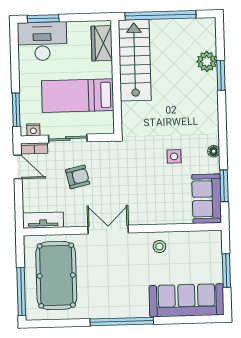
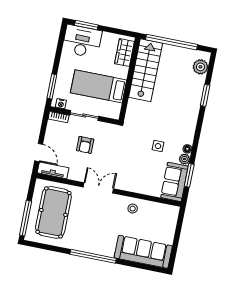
plant: (207, 61) -> (200, 67), moved
plant: (213, 166) -> (184, 159), added
door: (18, 167) -> (39, 152), moved
armchair: (78, 177) -> (85, 145), turned 103
window: (226, 270) -> (177, 237), removed

